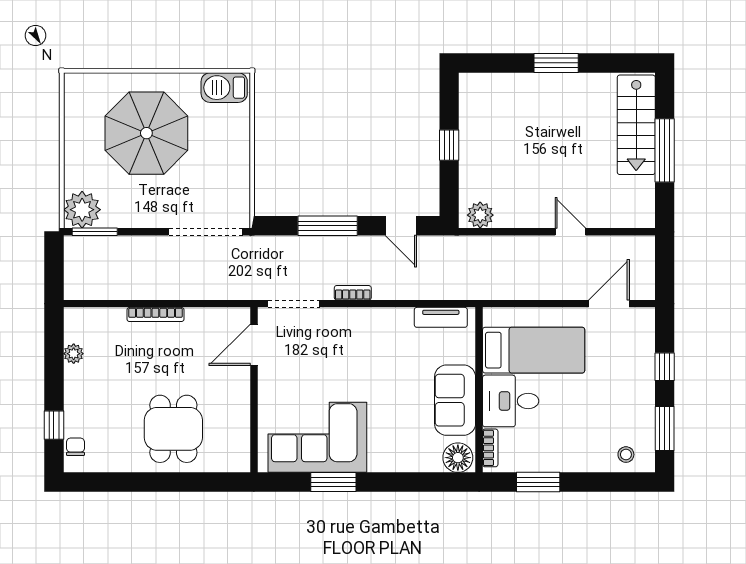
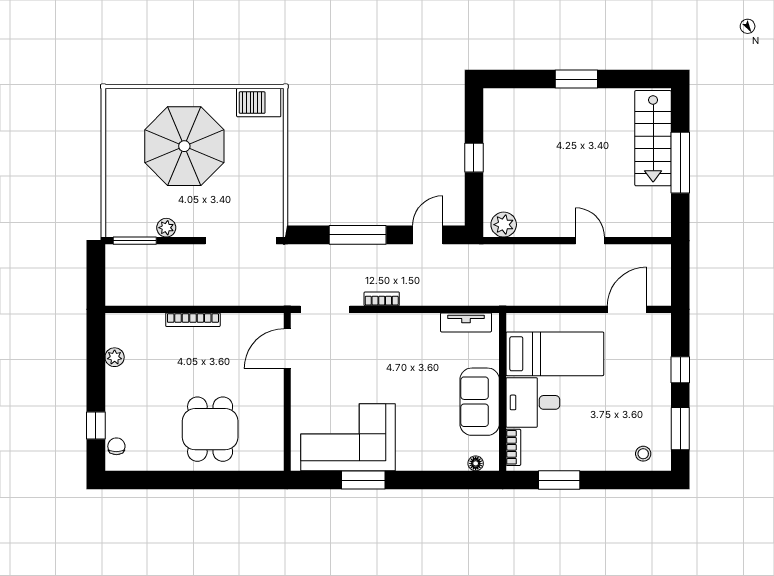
plant: (82, 210) -> (166, 228), moved, width x0.53, depth x0.53
door: (401, 226) -> (428, 235), swing flipped
floor lamp: (458, 458) -> (476, 463), width x0.53, depth x0.53

